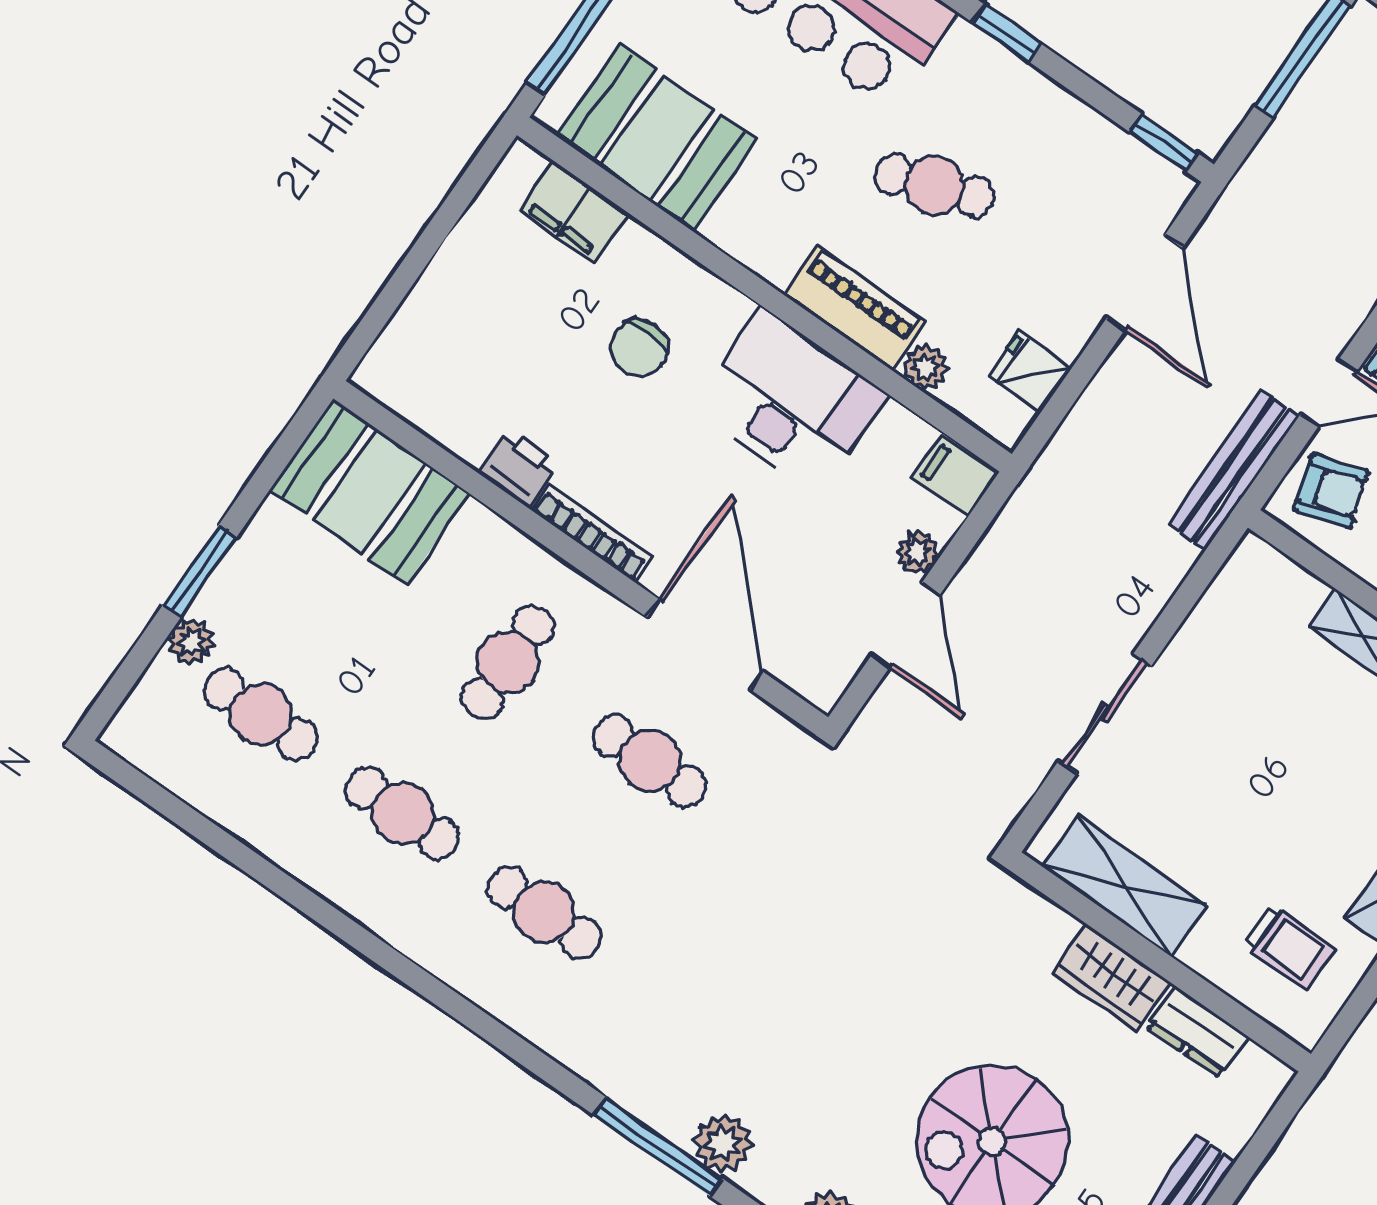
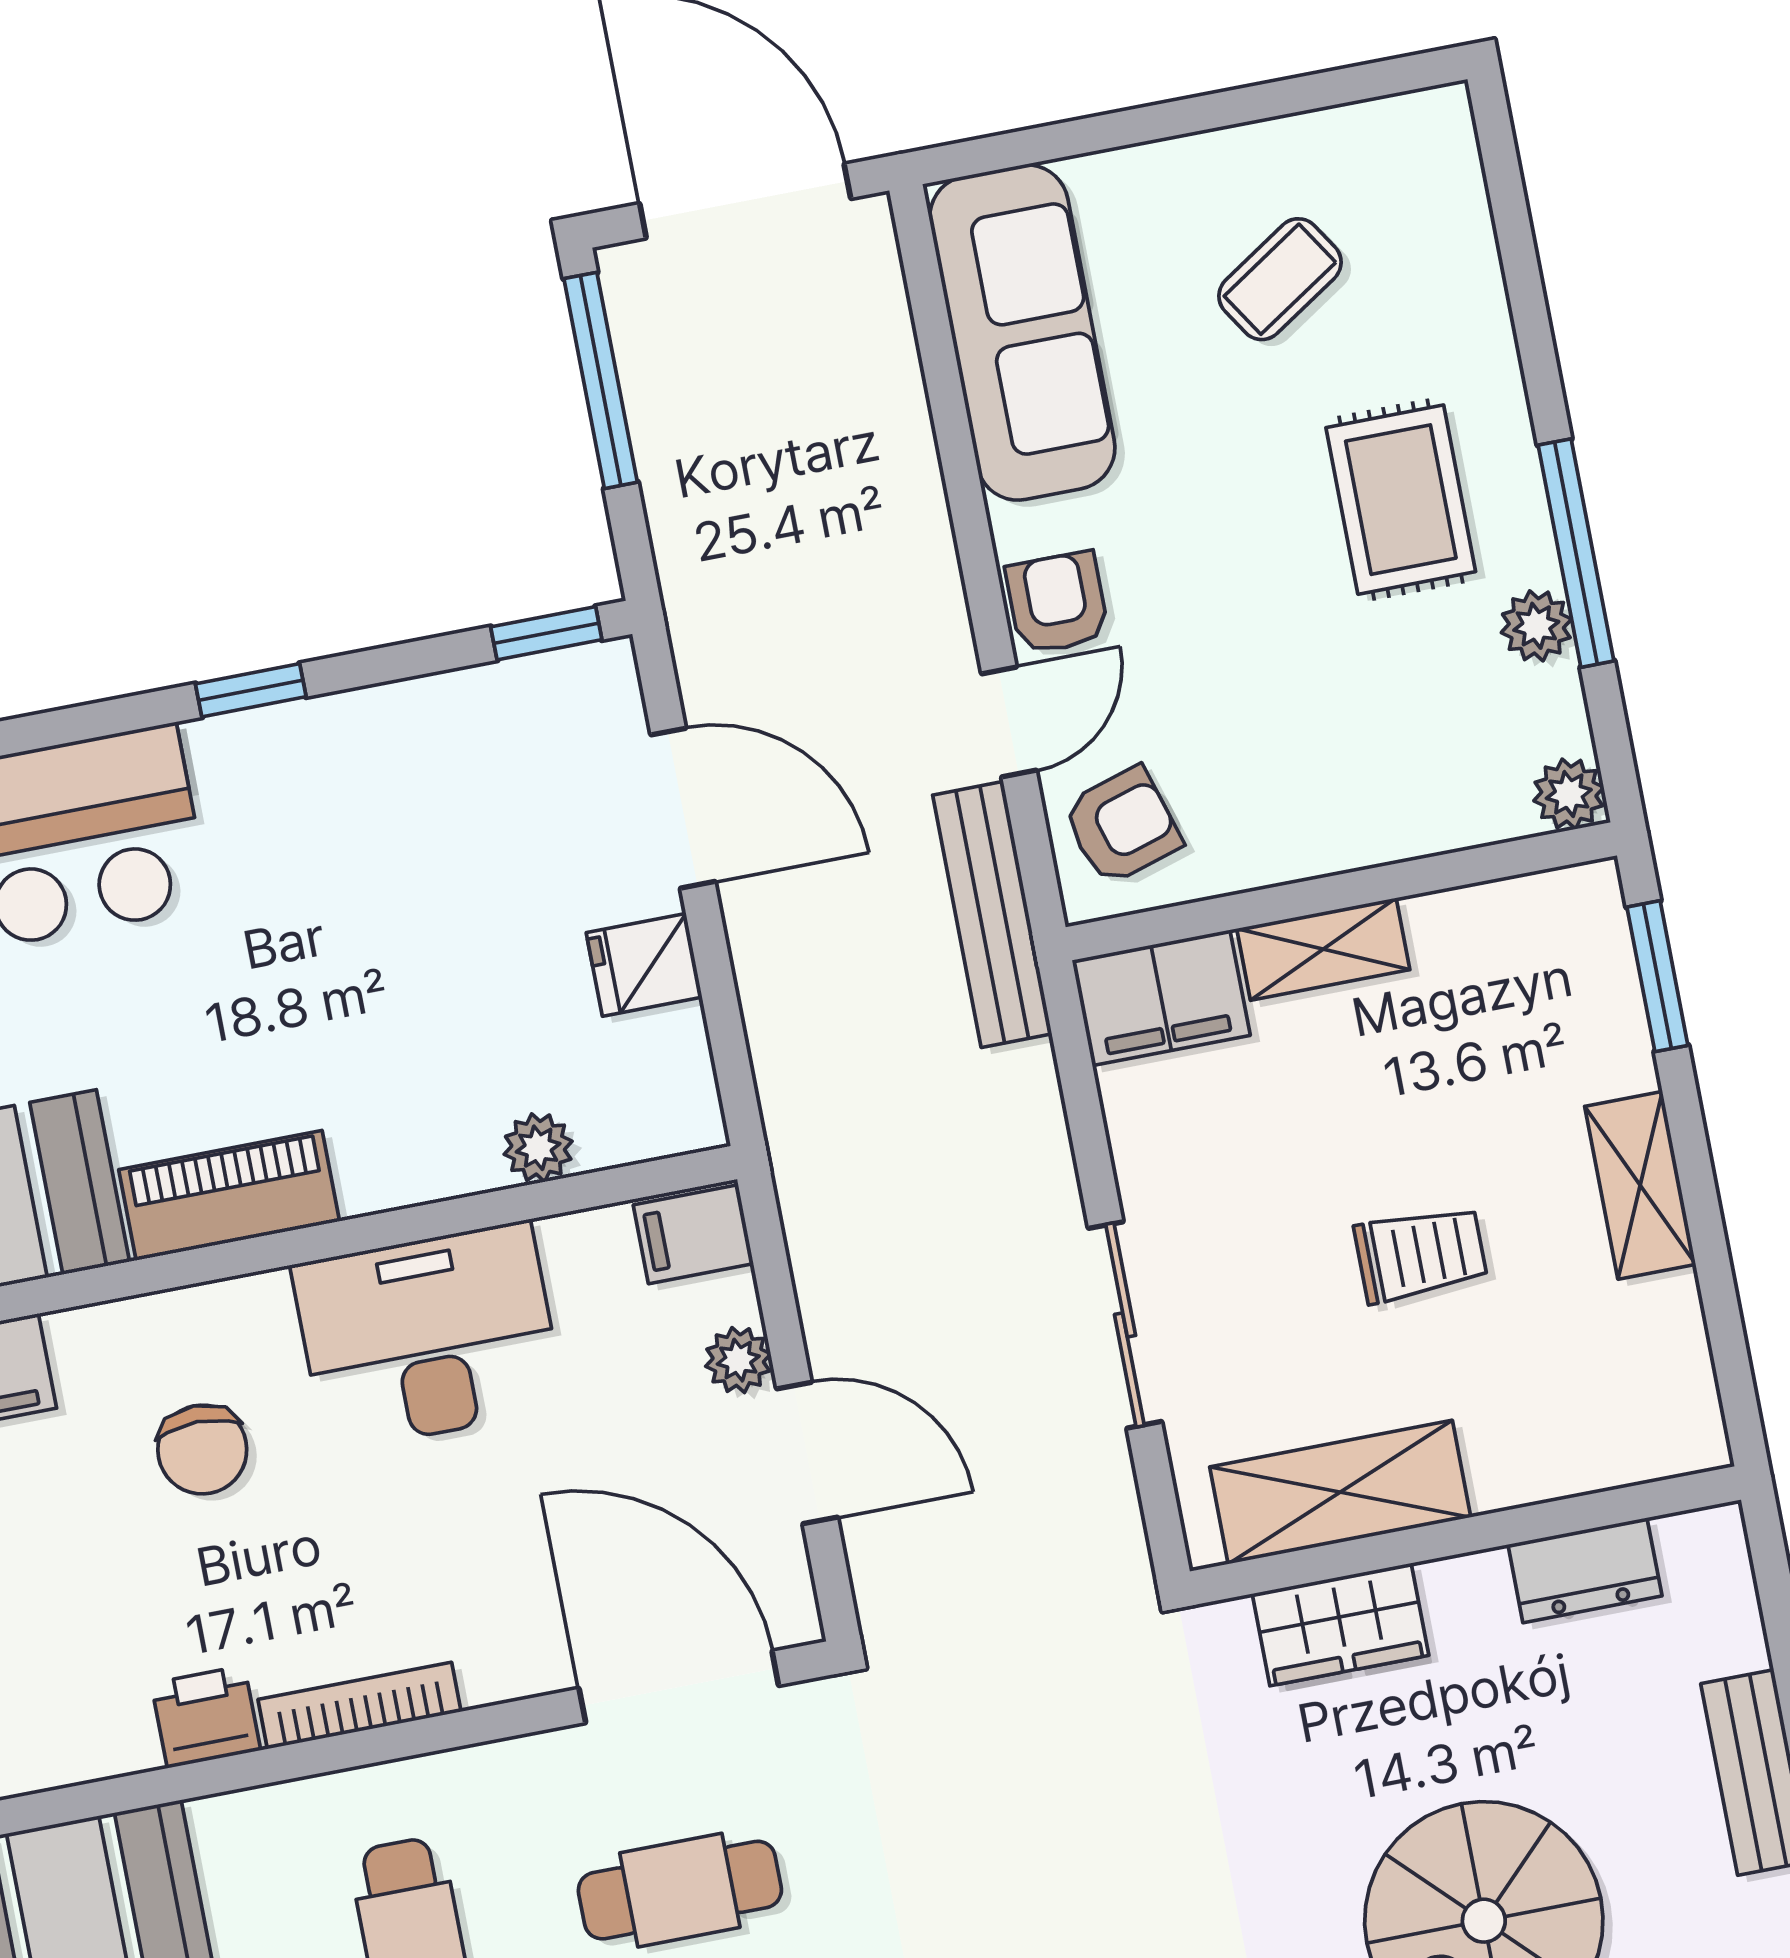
cafe table: (935, 186) -> (343, 939), removed
piano: (854, 308) -> (229, 1195), moved
fridge: (1030, 372) -> (644, 965), moved
filing cabinet: (1270, 585) -> (1161, 998), added
door: (705, 644) -> (679, 1687), moved
trolley: (1289, 947) -> (1421, 1254), moved
wardrobe: (1112, 978) -> (1340, 1625), moved

